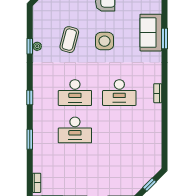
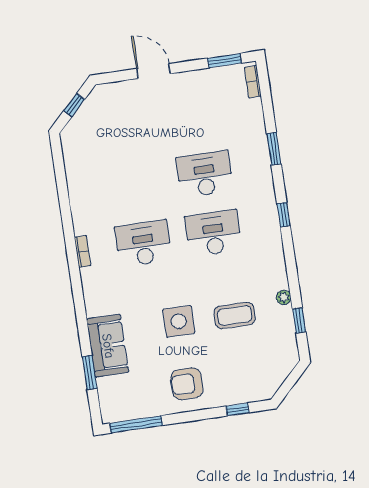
window: (164, 39) -> (90, 372), moved
coffee table: (69, 40) -> (235, 315), turned 75
window: (30, 46) -> (299, 320), moved

